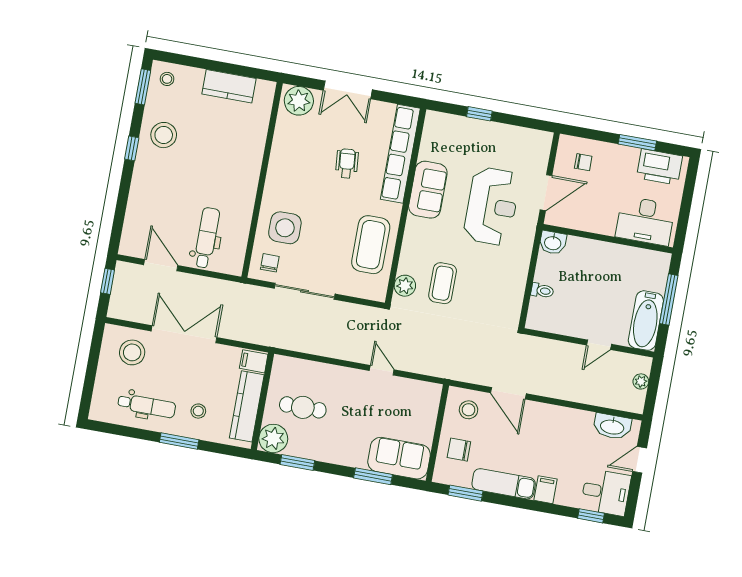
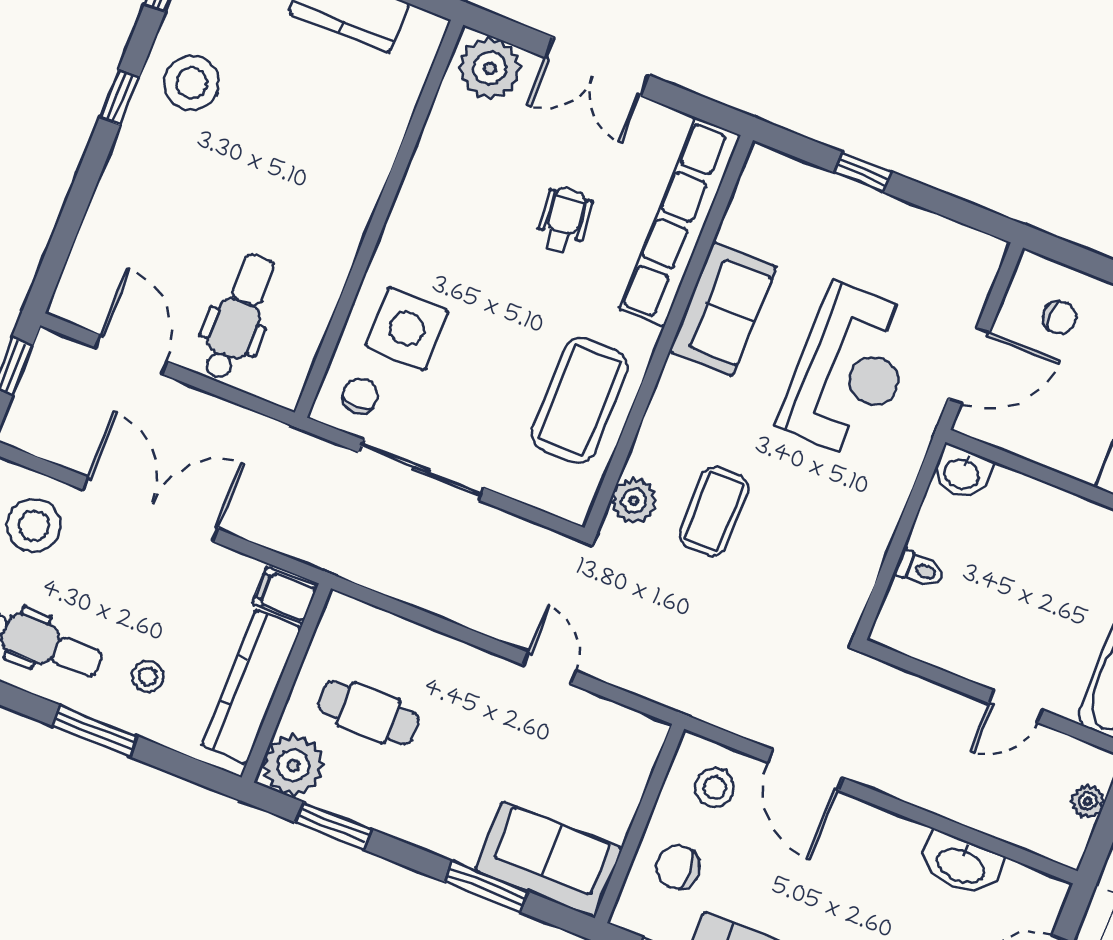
washbasin: (612, 426) -> (961, 864), moved

